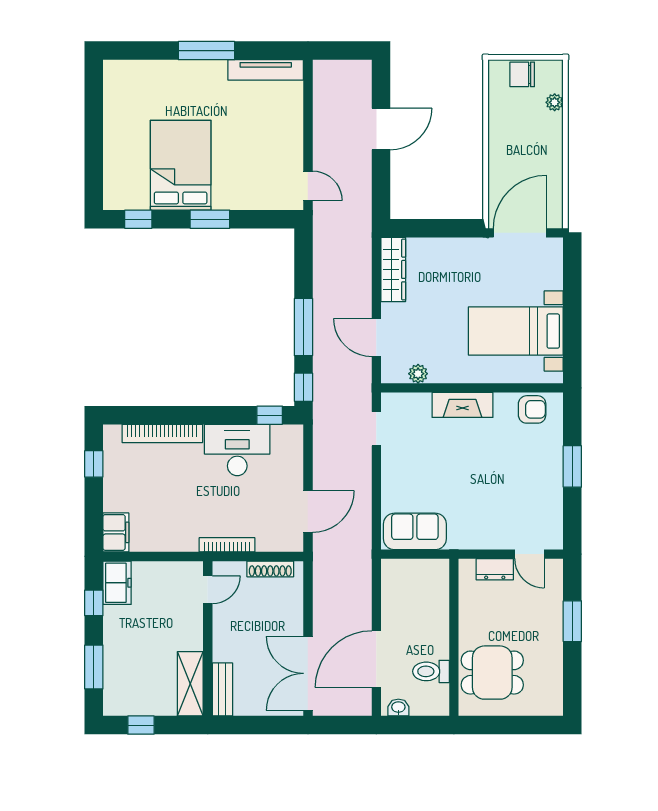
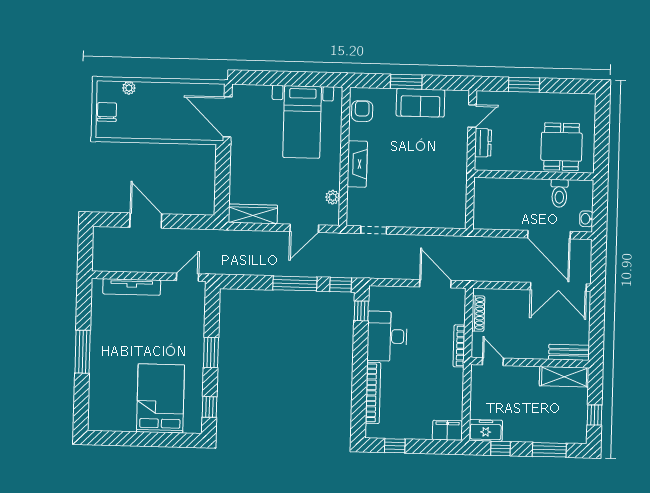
tv unit: (266, 70) -> (132, 287), moved, turned 90
chair: (522, 74) -> (107, 112), turned 180
bed: (181, 165) -> (160, 398), moved, turned 90
sofa: (415, 531) -> (420, 103), moved, turned -90

